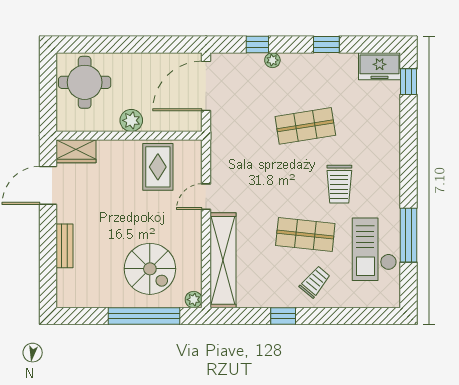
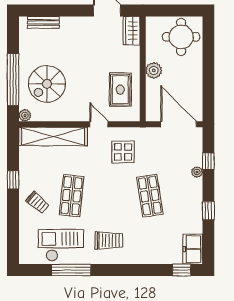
display table: (244, 163) -> (123, 152), added
rug: (158, 167) -> (120, 90), turned 90
trolley: (339, 184) -> (109, 240), moved, turned 180
bench: (64, 246) -> (43, 22), moved

